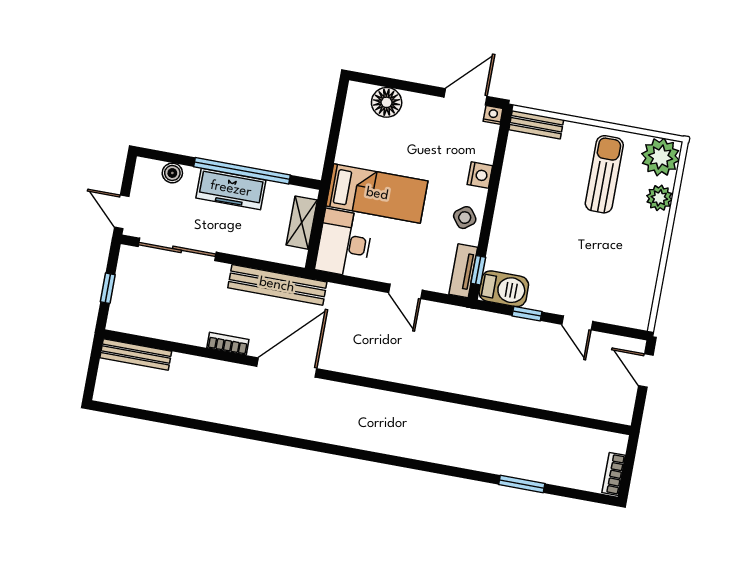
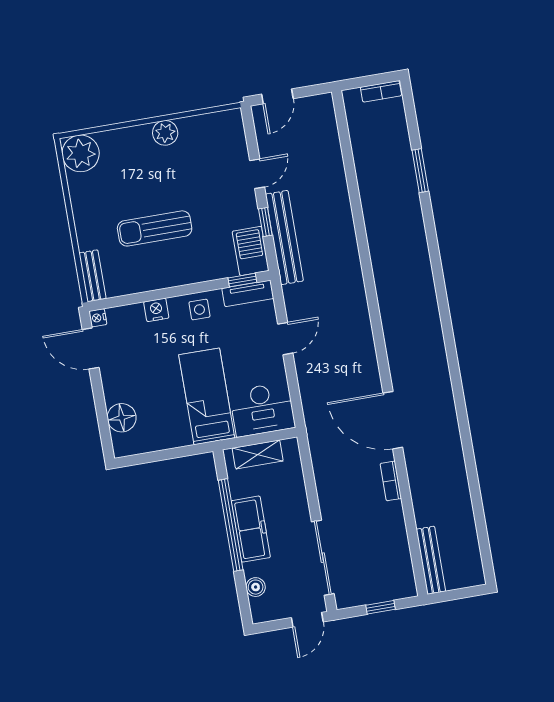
sun lounger: (604, 174) -> (155, 228), moved
plant: (659, 198) -> (165, 133), moved
side table: (465, 218) -> (199, 310), turned 37
bench: (277, 285) -> (284, 238), moved

